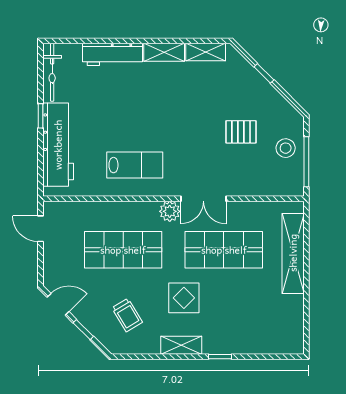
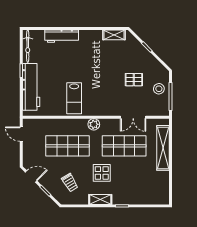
shelving: (164, 52) -> (91, 35), removed
lab bench: (135, 165) -> (74, 98), turned 90
double door: (203, 199) -> (133, 117), moved

